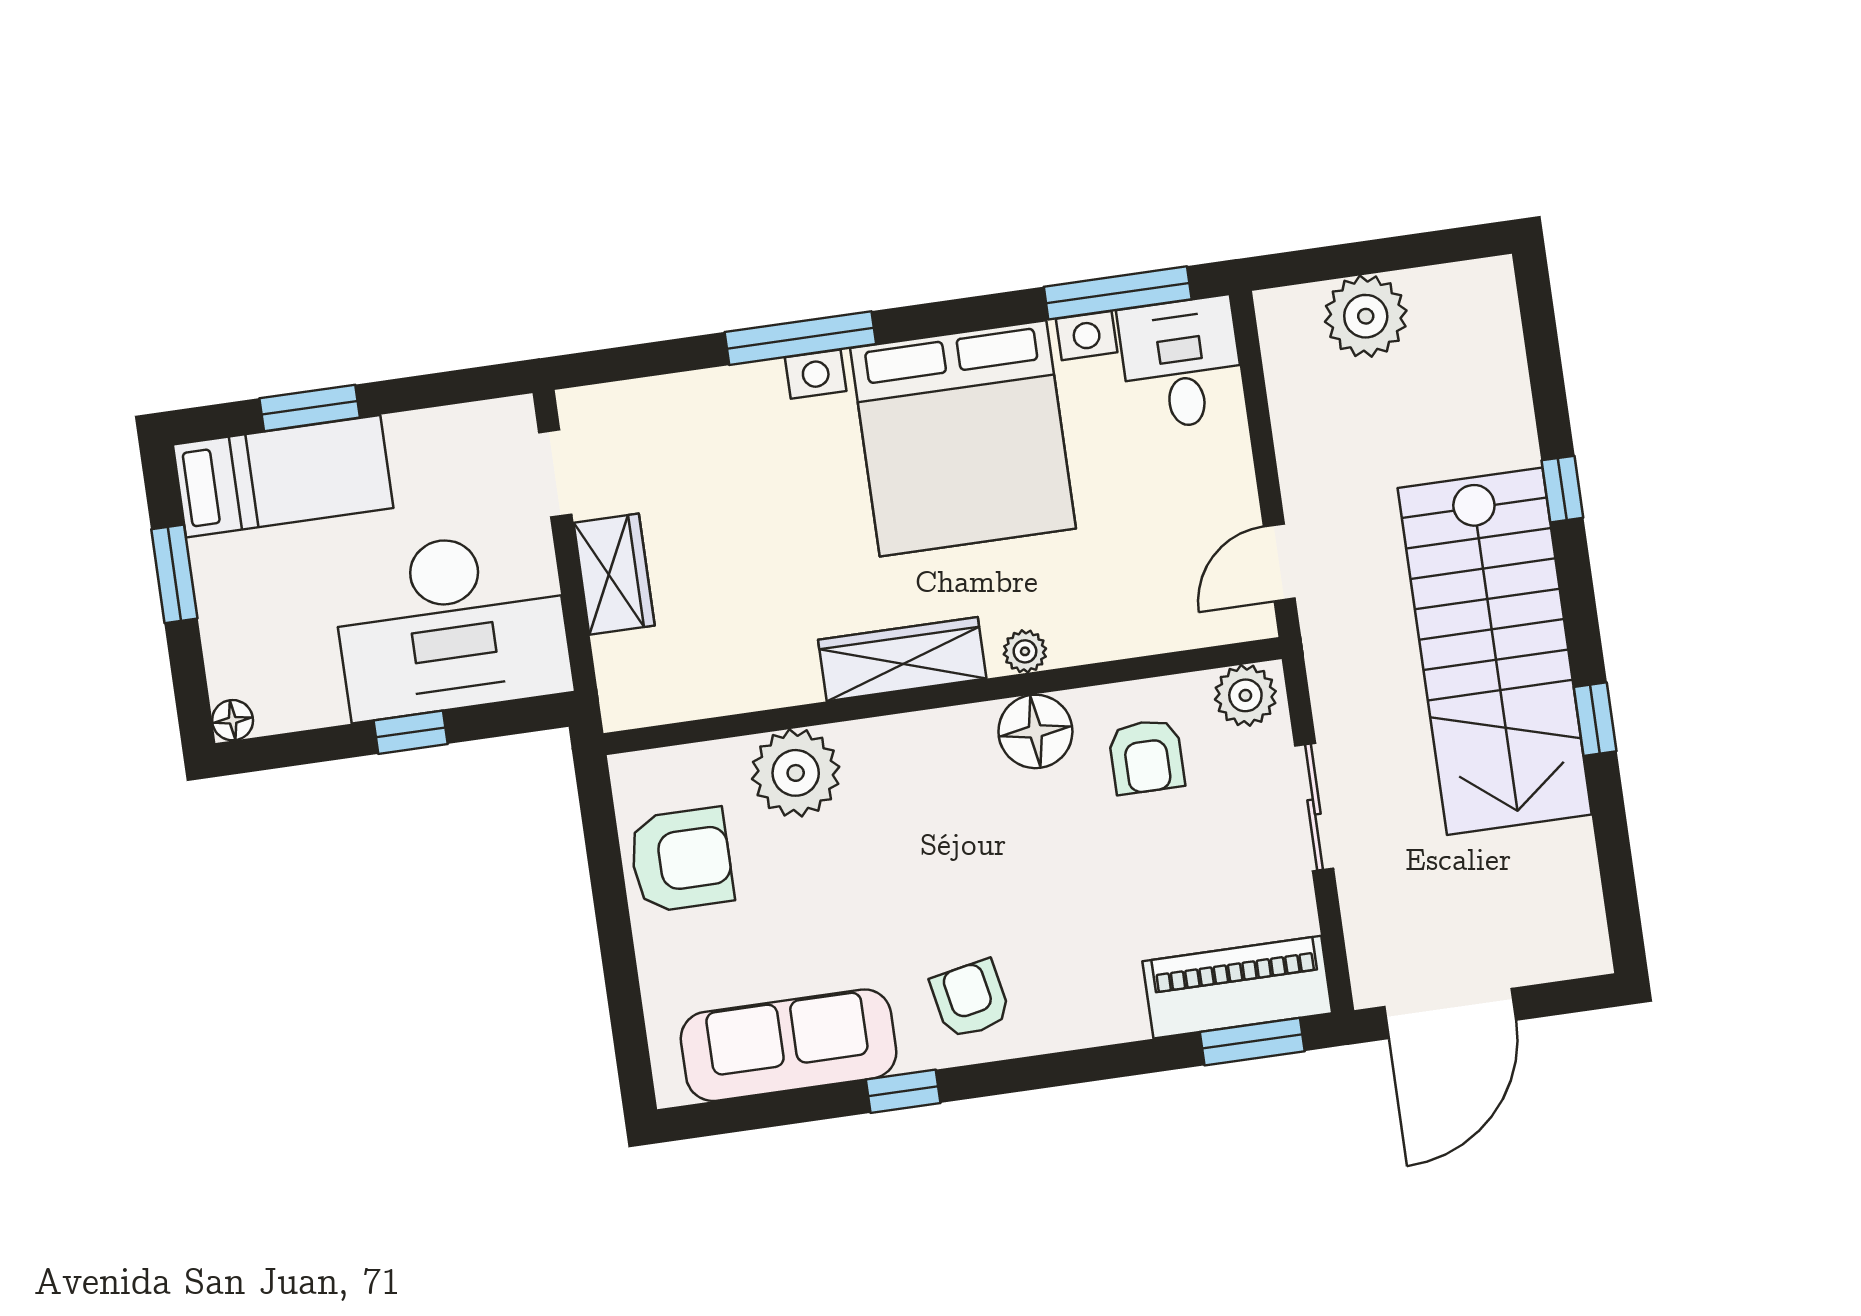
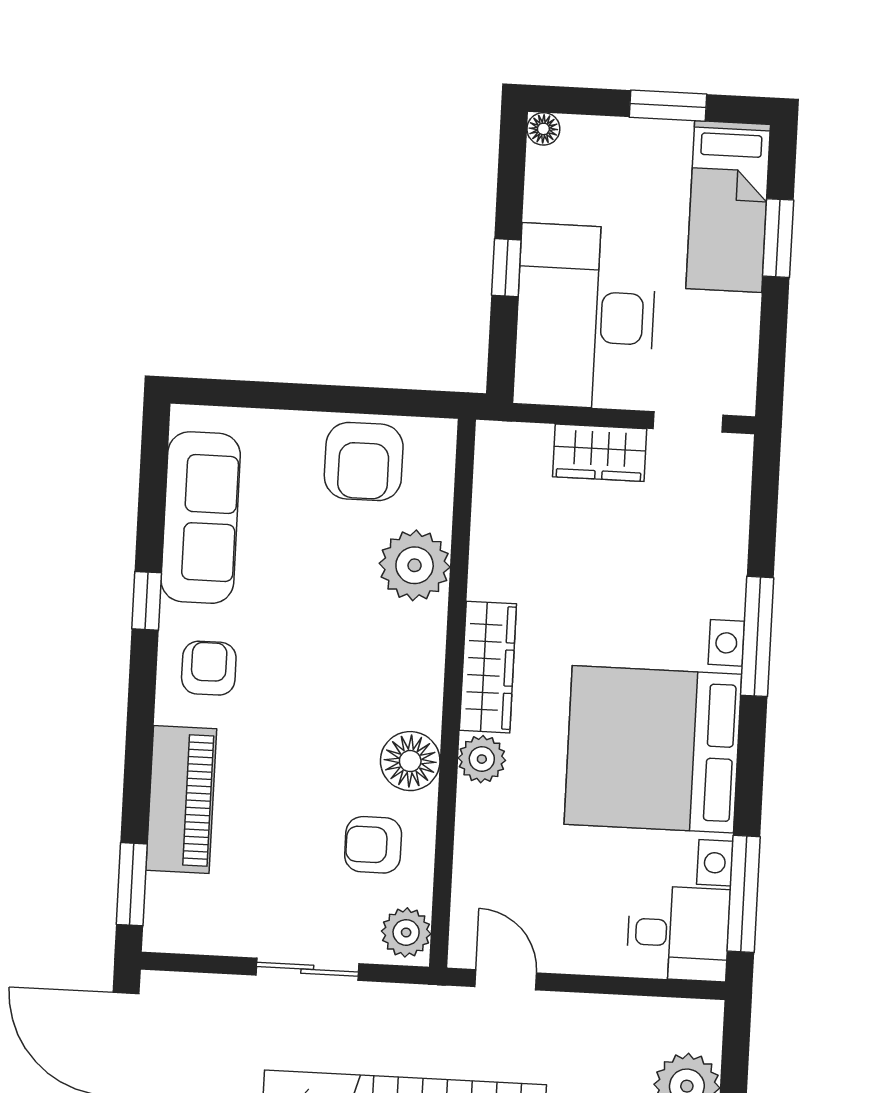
plant: (1025, 651) -> (482, 759), width x1.38, depth x1.38
piano: (1237, 987) -> (181, 800), moved
armchair: (970, 999) -> (209, 668), turned -79

